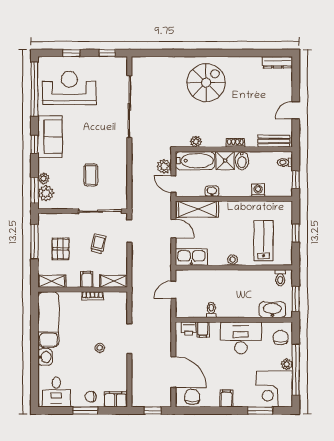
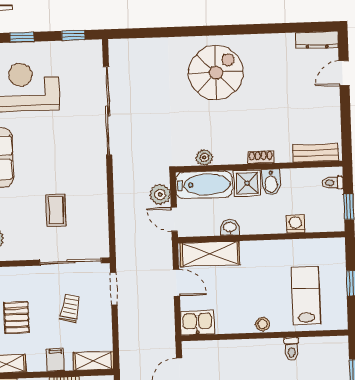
door: (296, 110) -> (344, 73), moved
kitchen sink: (191, 257) -> (197, 323), width x0.73
toilet: (280, 278) -> (292, 349), moved

